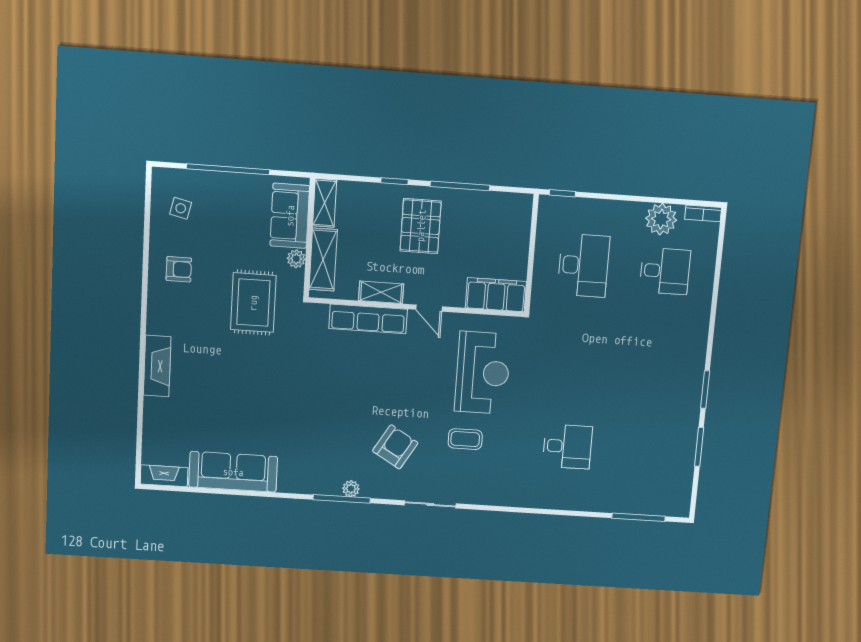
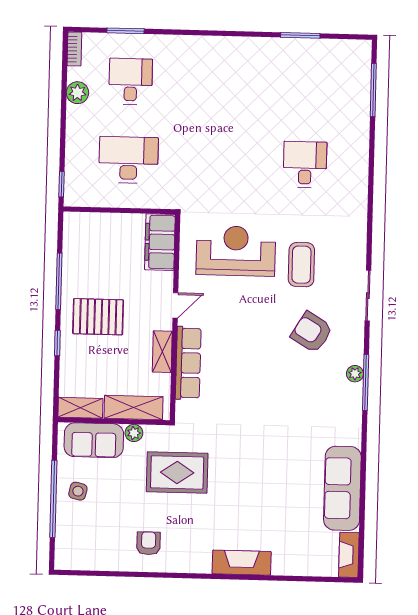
side table: (181, 208) -> (78, 491), moved
plant: (661, 219) -> (77, 93), width x0.73, depth x0.73
window: (705, 390) -> (125, 31), moved
coffee table: (465, 439) -> (301, 265), width x1.36, depth x1.30

